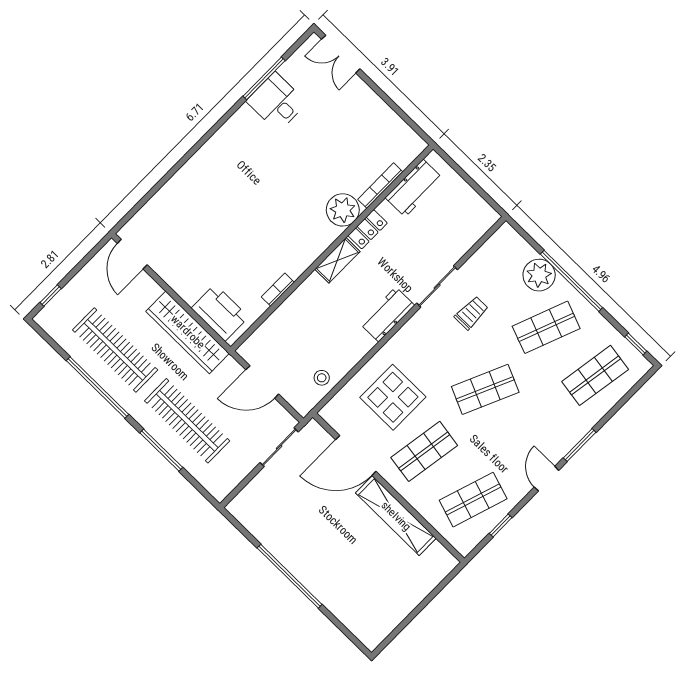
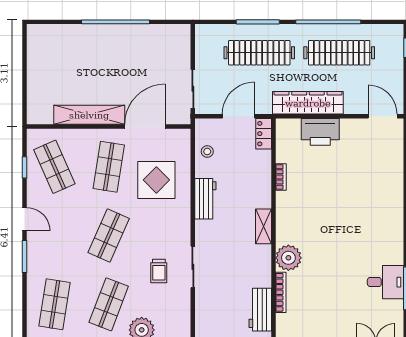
locker: (368, 229) -> (264, 134), moved
printer: (220, 313) -> (320, 132), moved
workbench: (387, 314) -> (205, 199), moved
shop shelf: (473, 500) -> (54, 167), turned -42

